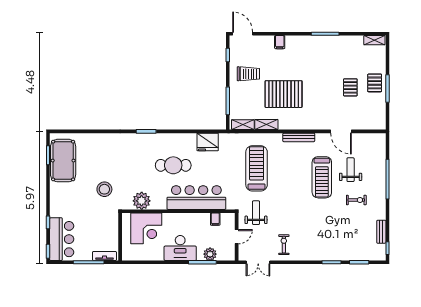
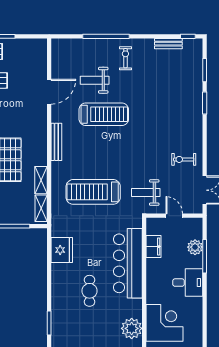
cafe table: (173, 165) -> (90, 291), width x0.73, depth x0.74
exercise bike: (356, 200) -> (125, 58), moved
filing cabinet: (215, 219) -> (153, 247), width x2.00
desk: (180, 248) -> (188, 283), width x0.73

